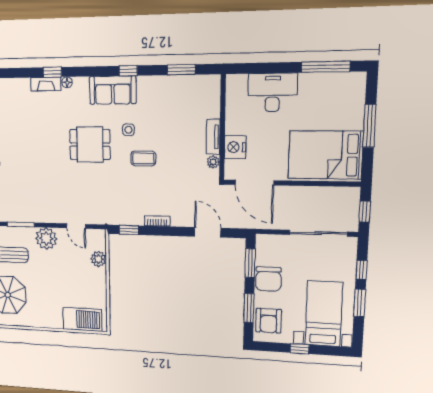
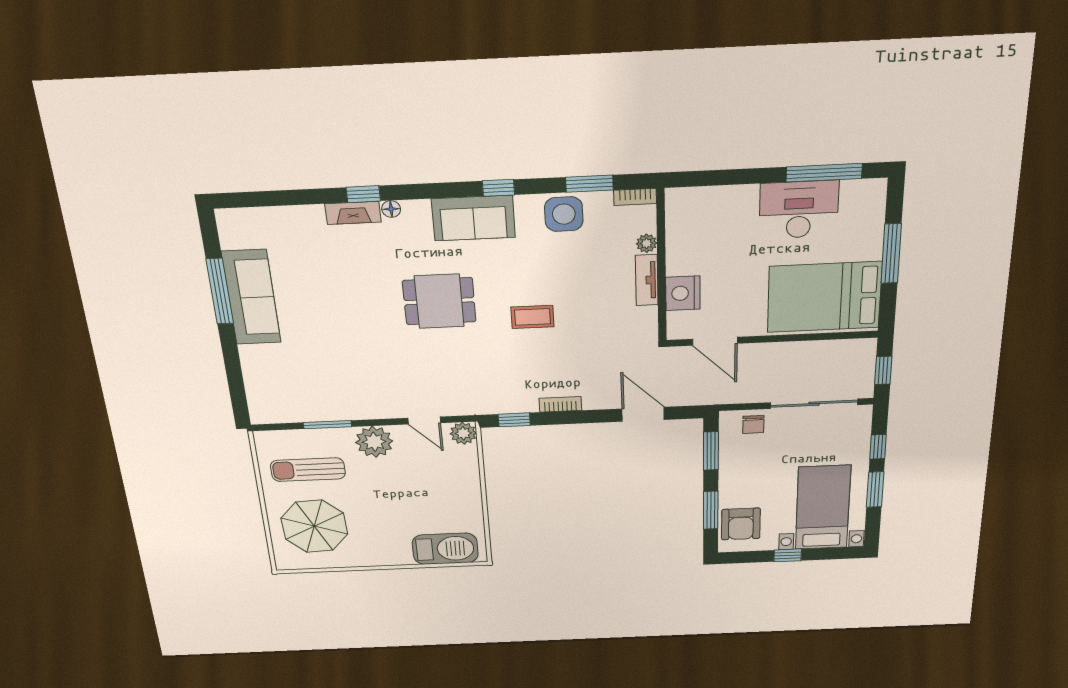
bookcase: (208, 80) -> (635, 197), added
desk: (272, 92) -> (799, 210), moved
side table: (128, 130) -> (564, 214), moved, width x1.87, depth x1.87
plant: (213, 162) -> (647, 243), moved
door: (254, 183) -> (715, 341), width x0.73
plant: (99, 259) -> (463, 433), moved
chair: (268, 279) -> (753, 424), moved, width x0.54, depth x0.54

